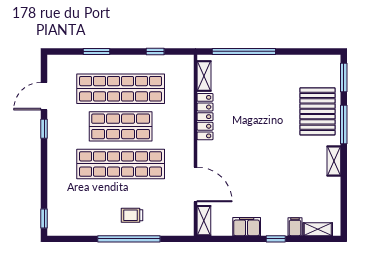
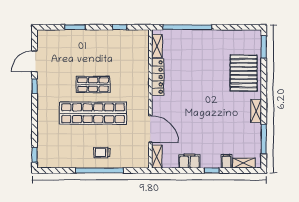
shop shelf: (121, 89) -> (93, 56), removed
window: (344, 125) -> (264, 139), moved
shop shelf: (121, 126) -> (93, 84), width x0.70, depth x0.74

